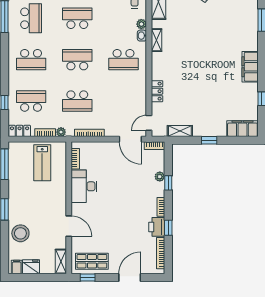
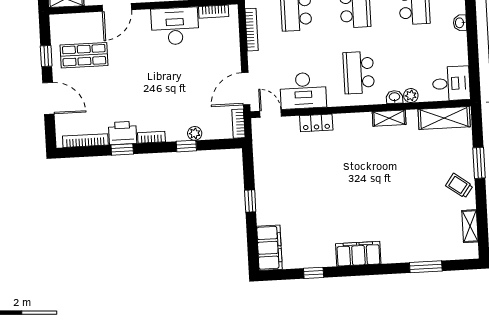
desk: (134, 99) -> (303, 91), added
shelving: (180, 131) -> (261, 159), removed
shop shelf: (92, 261) -> (84, 55), moved, turned 90
window: (88, 277) -> (46, 56), moved

